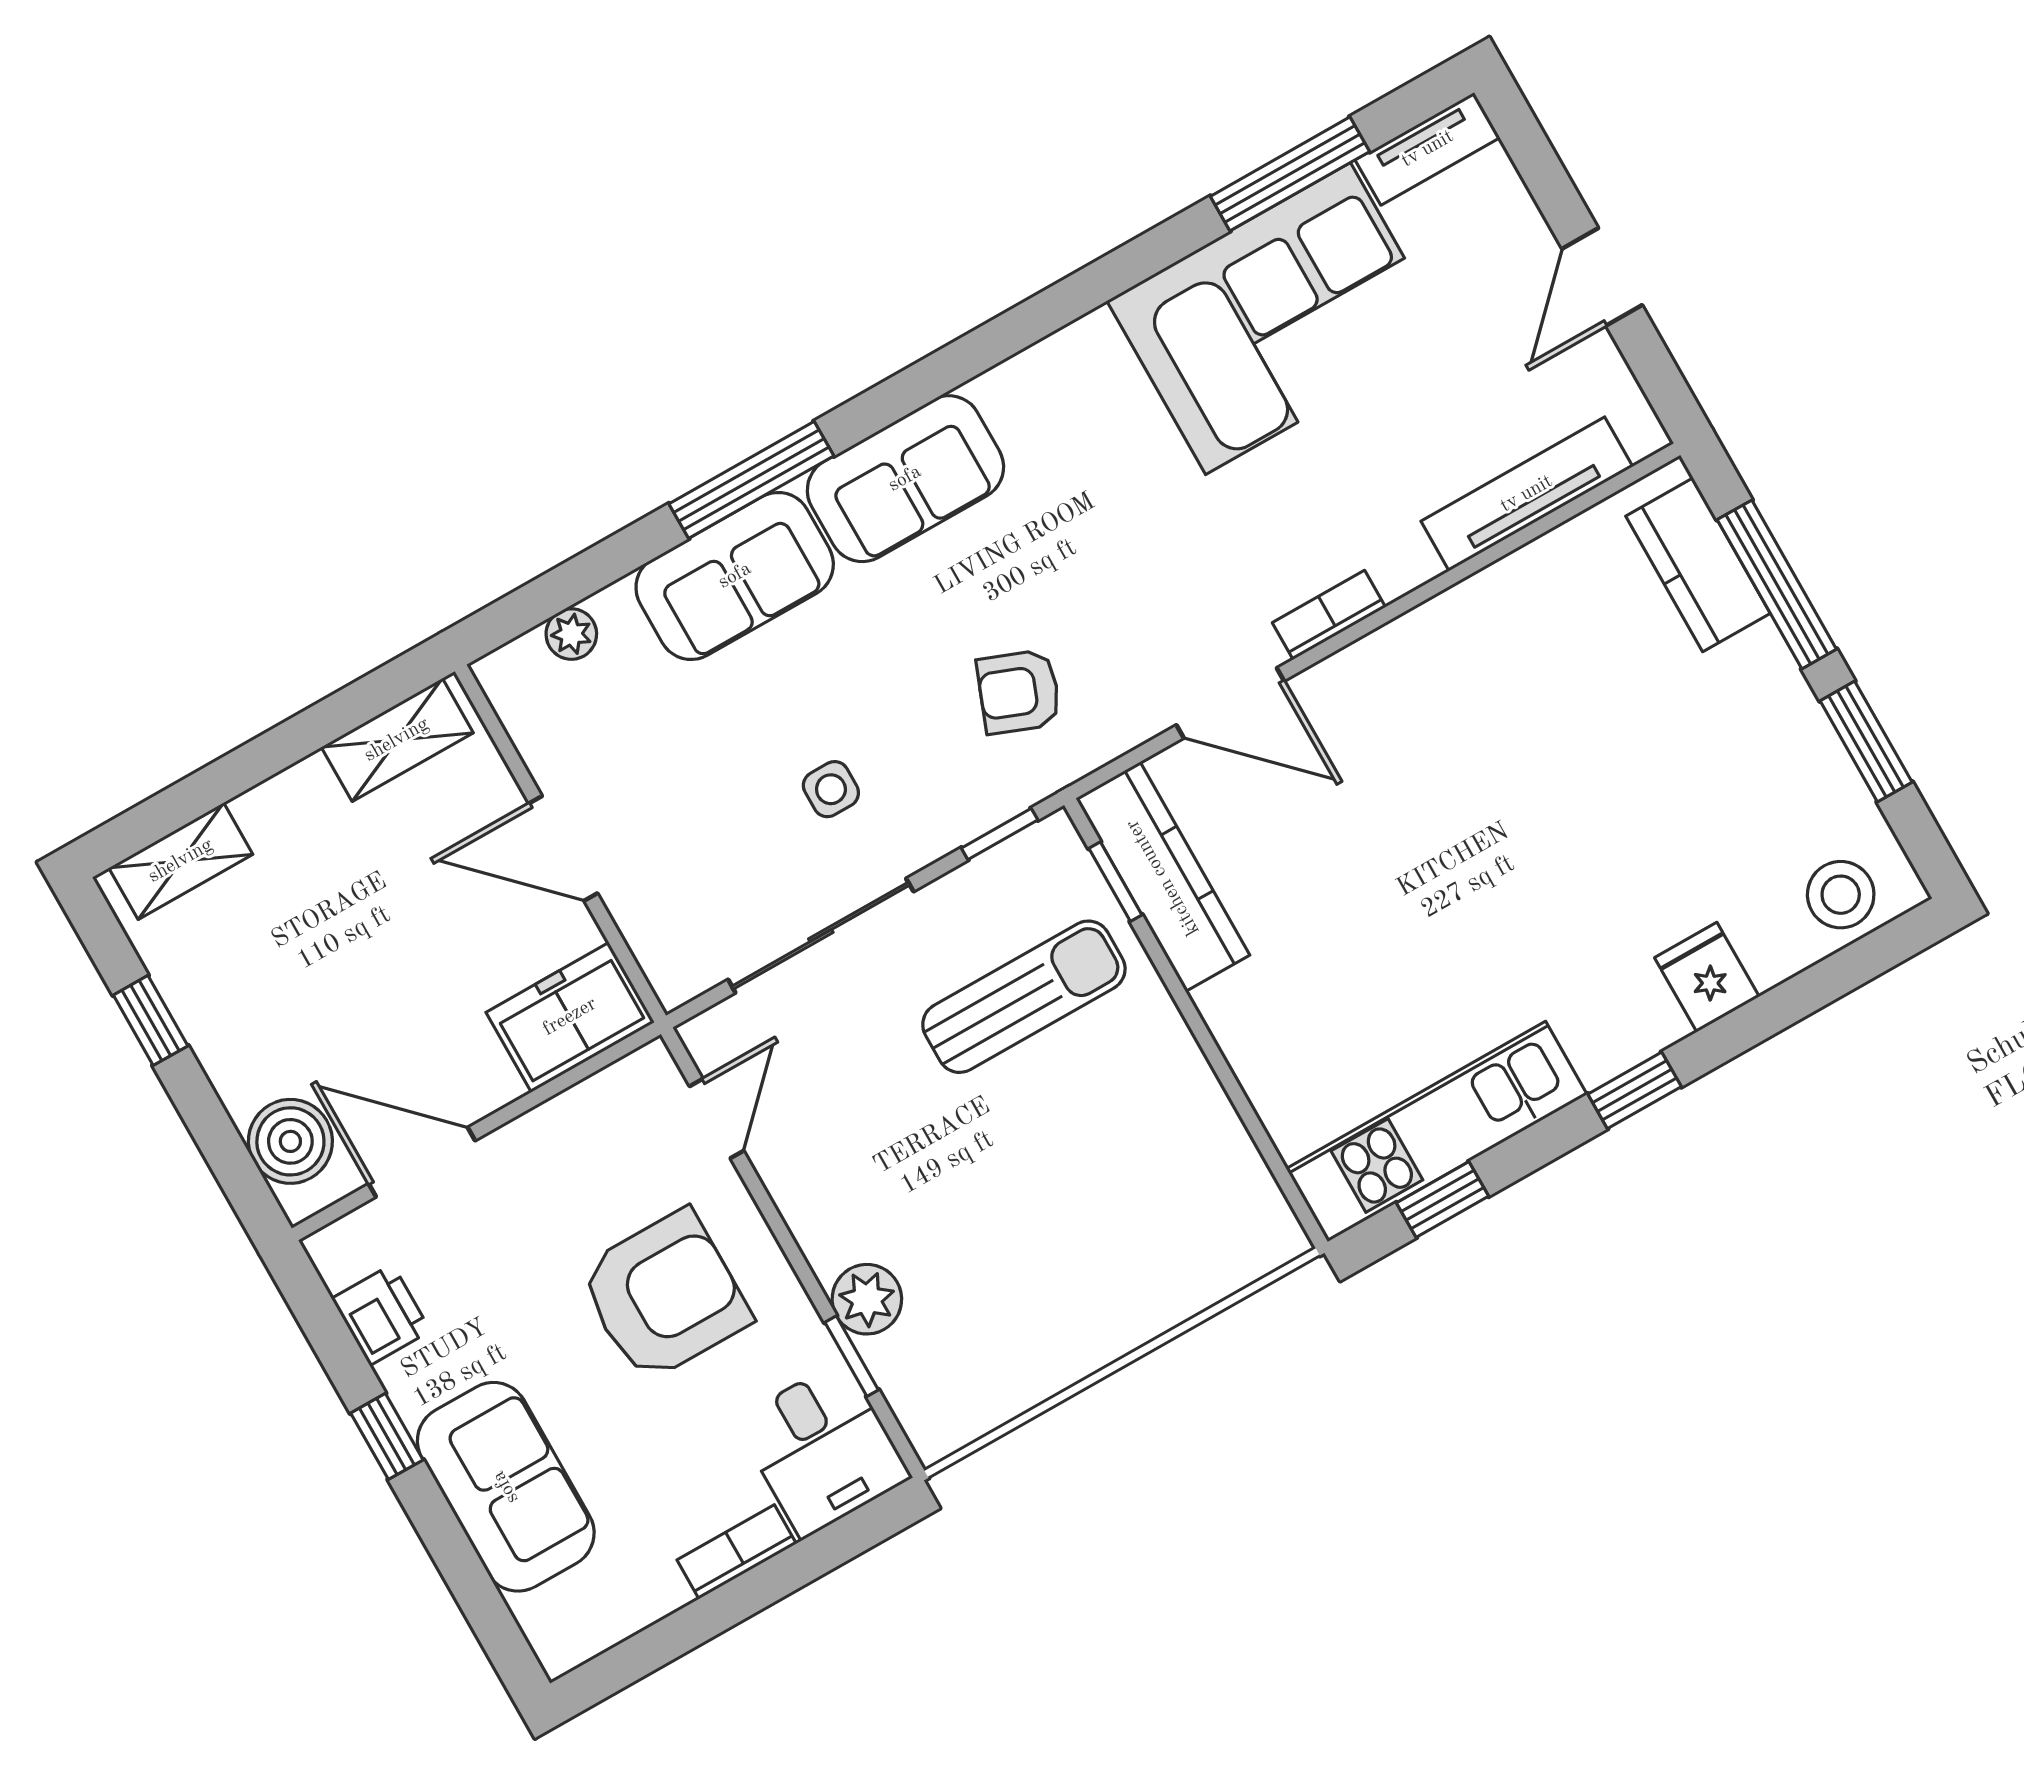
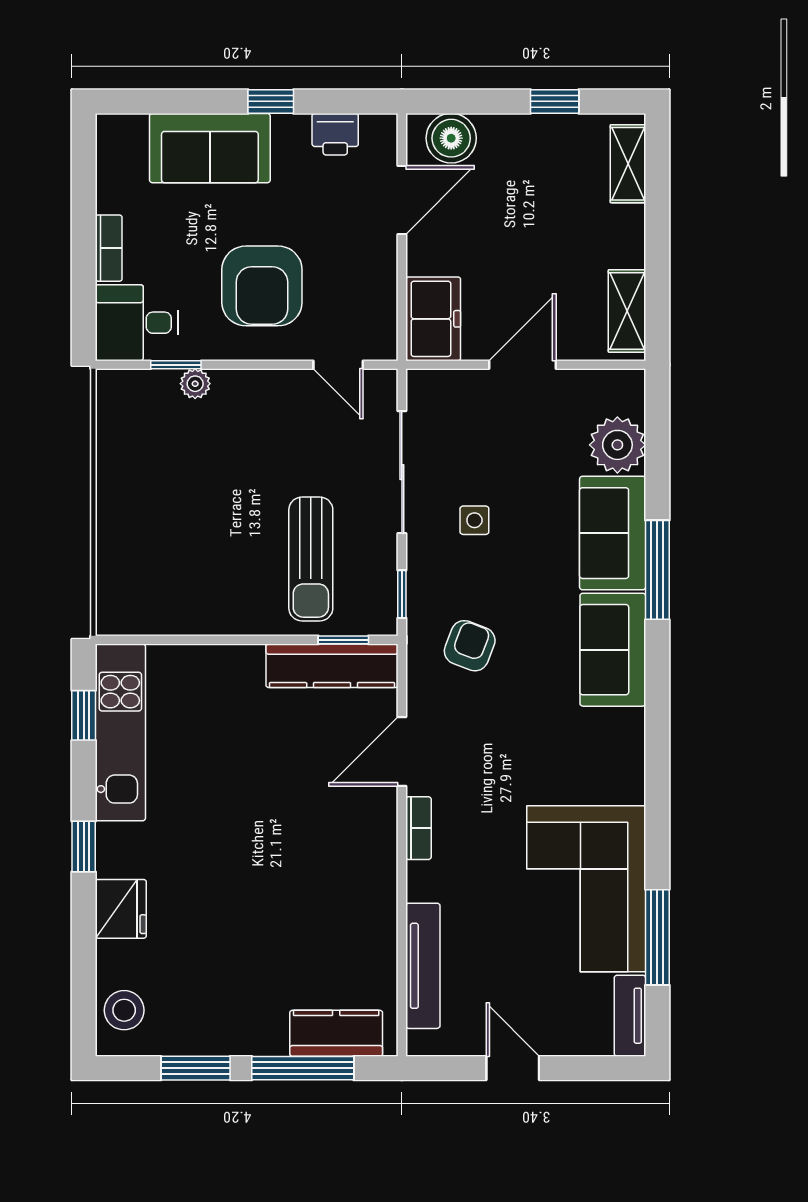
plant: (571, 634) -> (617, 445), width x1.87, depth x1.87
fridge: (1707, 977) -> (121, 909), width x1.38
plant: (867, 1299) -> (195, 384), width x0.73, depth x0.73

